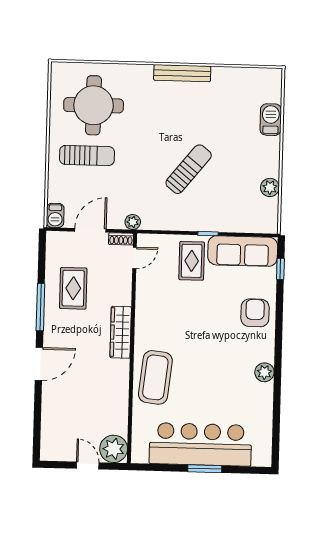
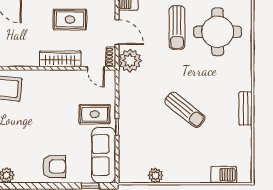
bench: (182, 73) -> (245, 109), width x0.73
barbecue: (271, 120) -> (224, 175), moved
sun lounger: (189, 169) -> (185, 110), moved
plant: (133, 222) -> (130, 61), width x1.87, depth x1.87
wardrobe: (121, 332) -> (60, 59), moved

